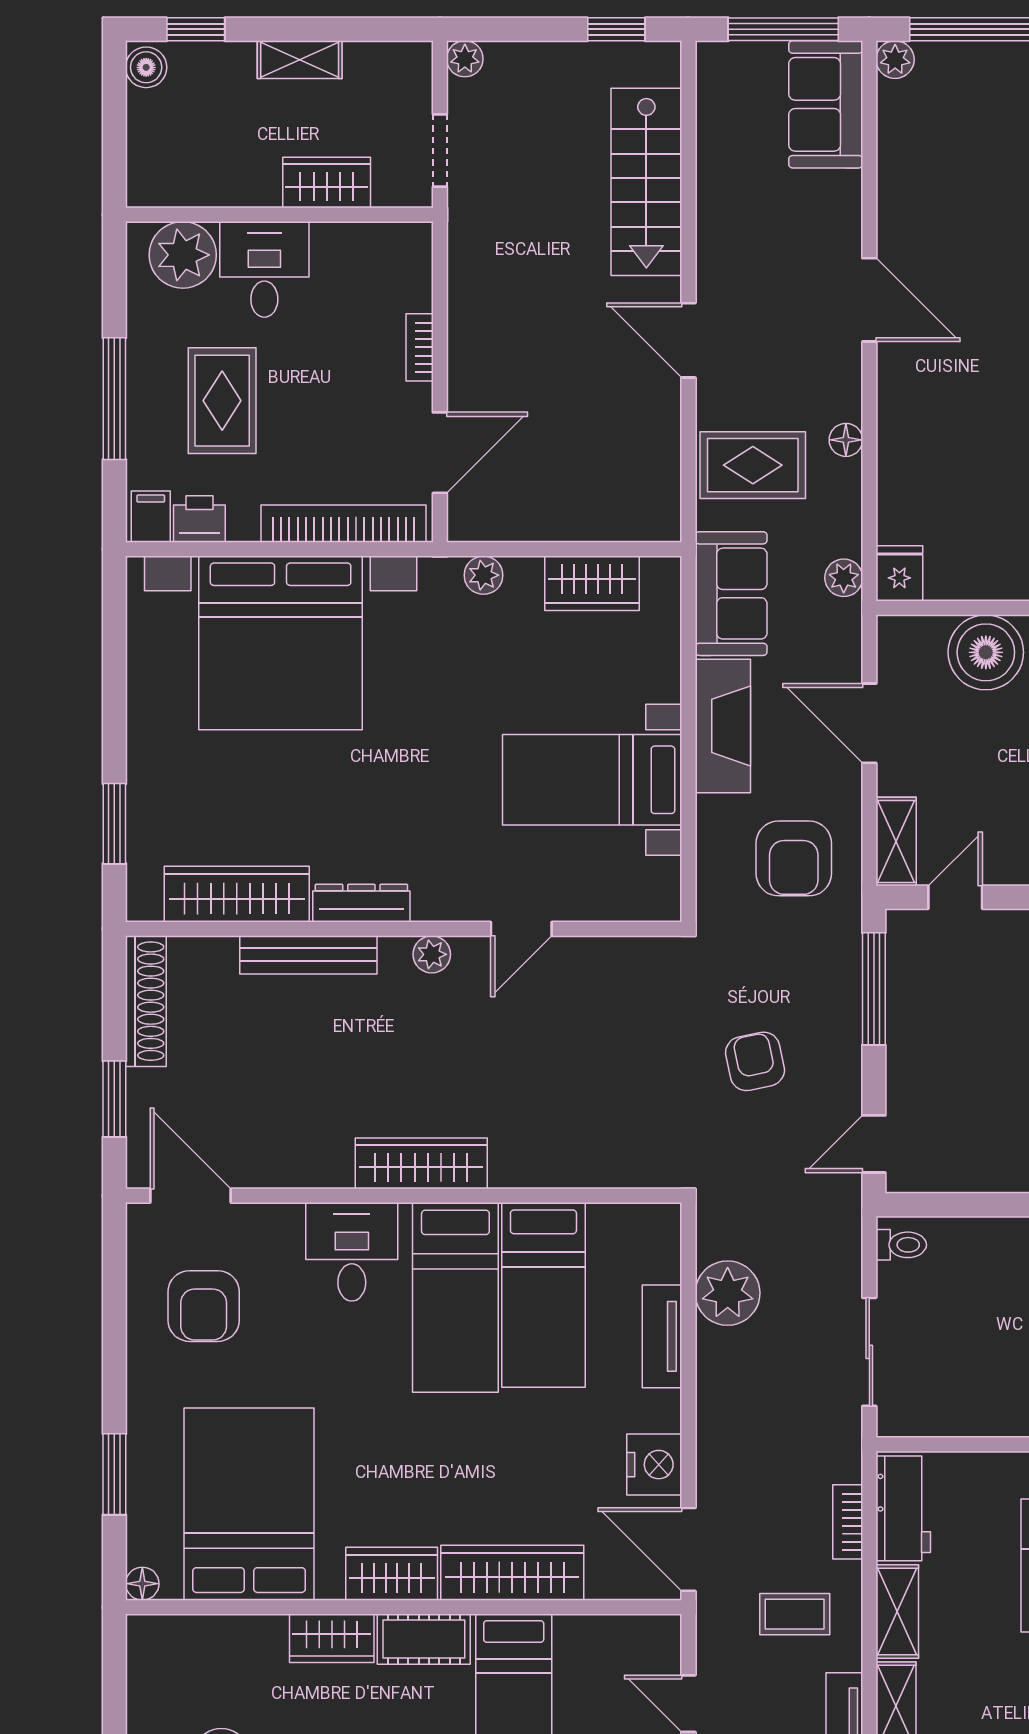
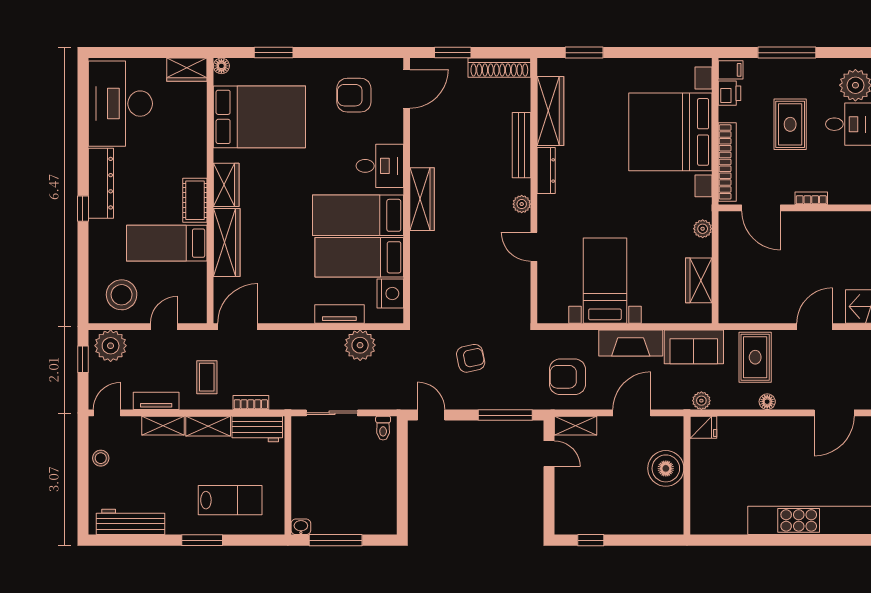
rug: (222, 401) -> (790, 124), moved, turned 90
nightstand: (654, 1465) -> (390, 294), moved, turned -90
wardrobe: (332, 1638) -> (187, 70), moved, turned -90

